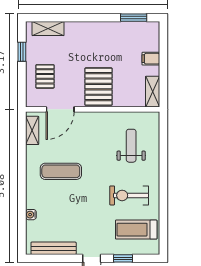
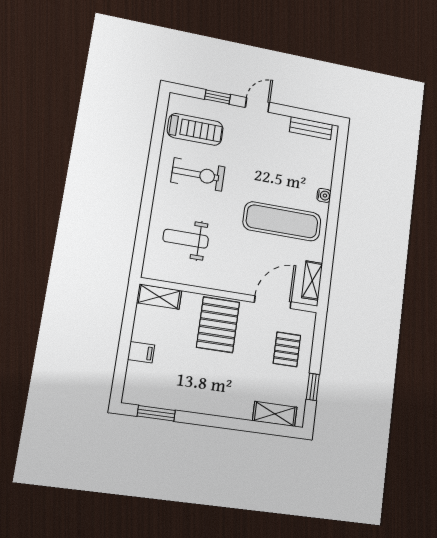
shelving: (153, 92) -> (159, 297), moved, turned 90
weight bench: (131, 146) -> (186, 239), turned 90
exercise mat: (61, 171) -> (282, 221), width x1.36, depth x1.45
water cooler: (31, 215) -> (324, 195), moved
bench: (54, 248) -> (311, 128), width x0.73

